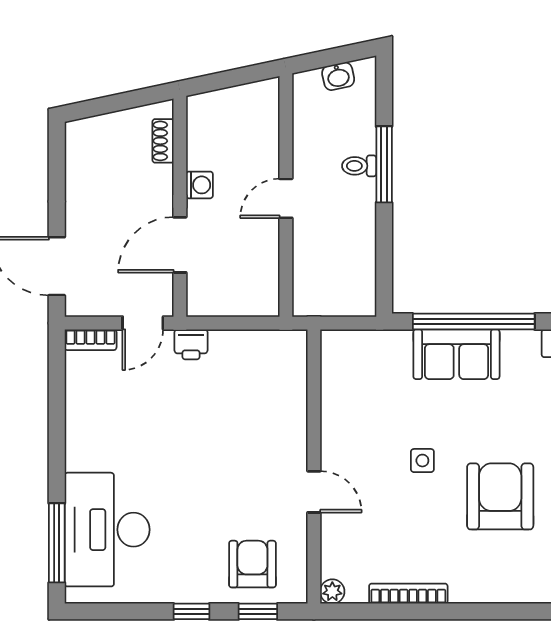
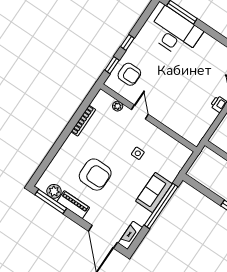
side table: (422, 461) -> (138, 153), moved
door: (314, 492) -> (140, 112), swing flipped
plant: (332, 591) -> (118, 106), moved

